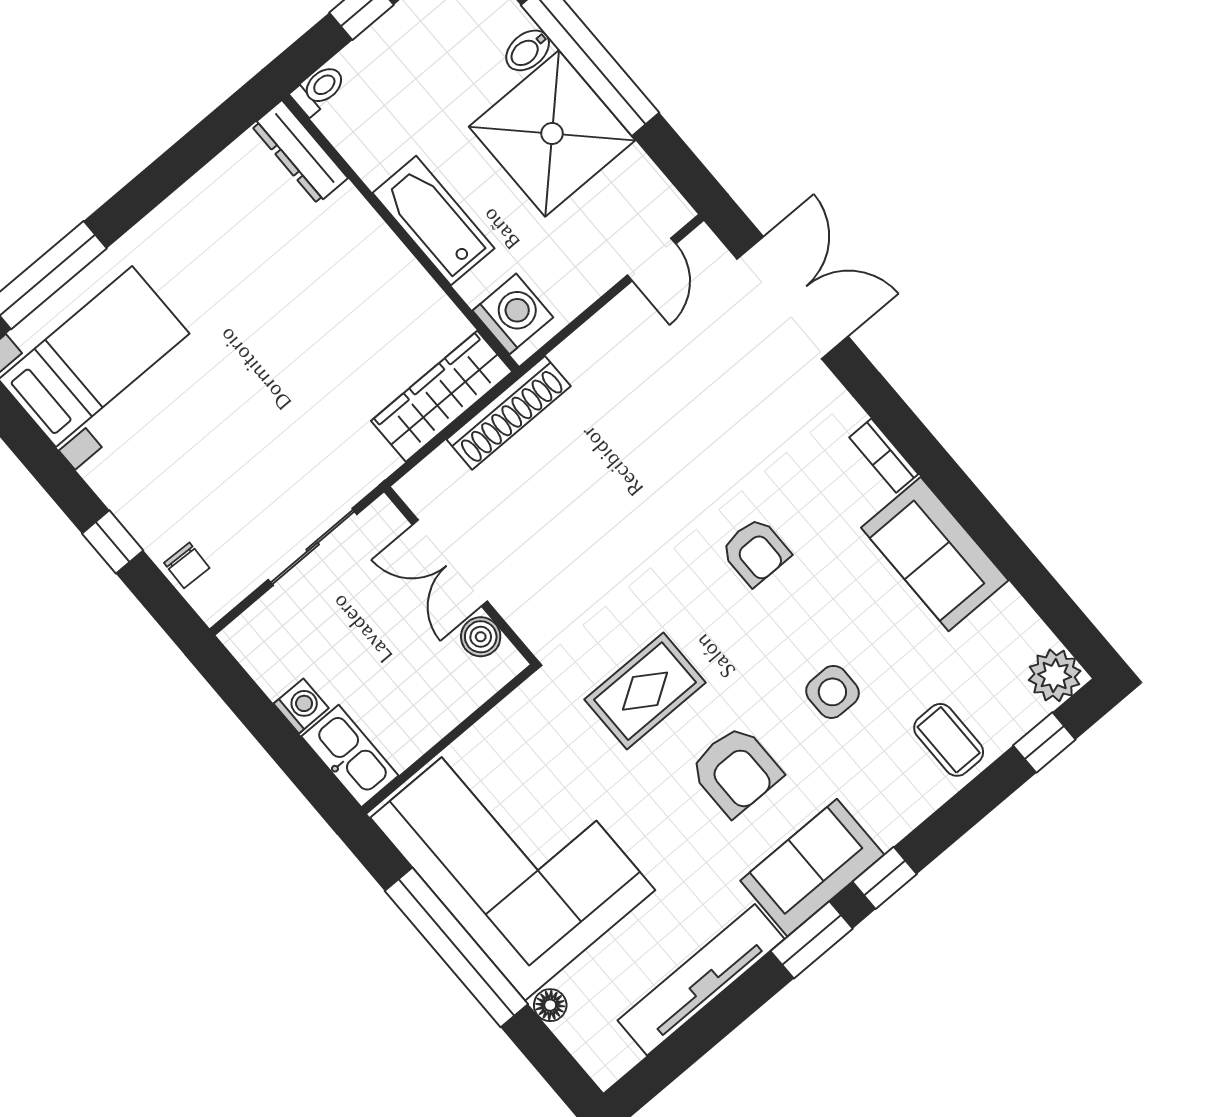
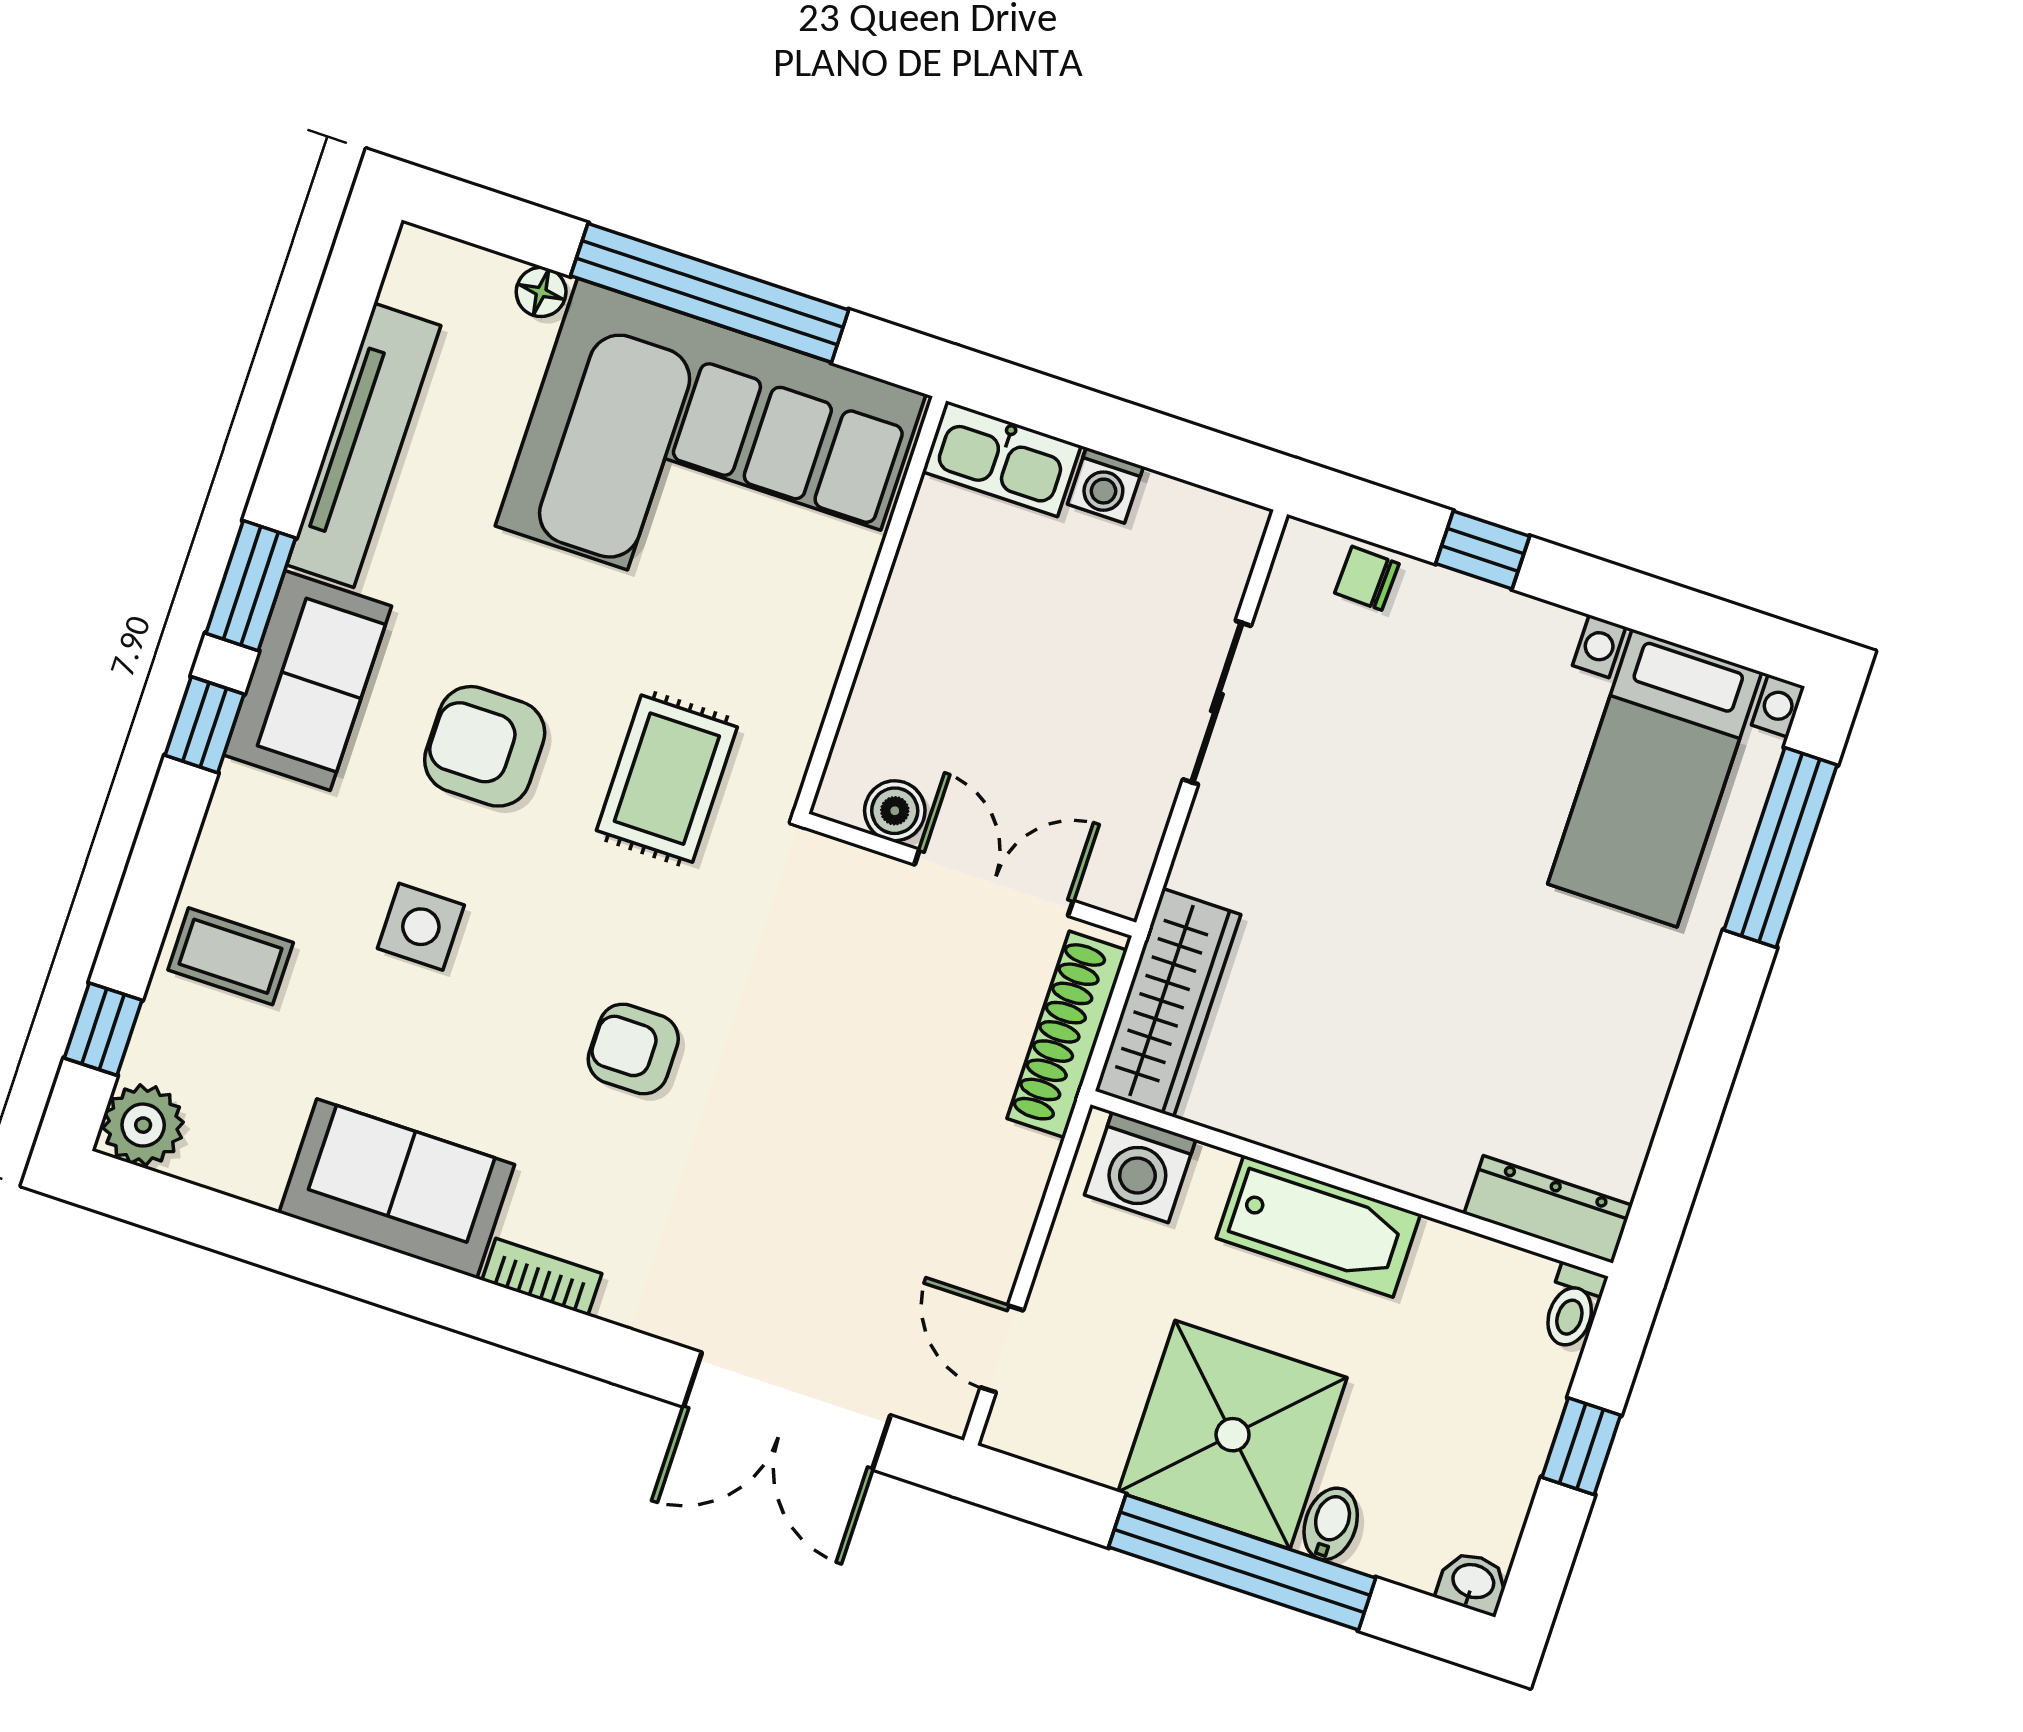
double door: (450, 563) -> (994, 883), moved
wall: (460, 575) -> (970, 875), moved
boiler: (481, 637) -> (895, 811), moved

